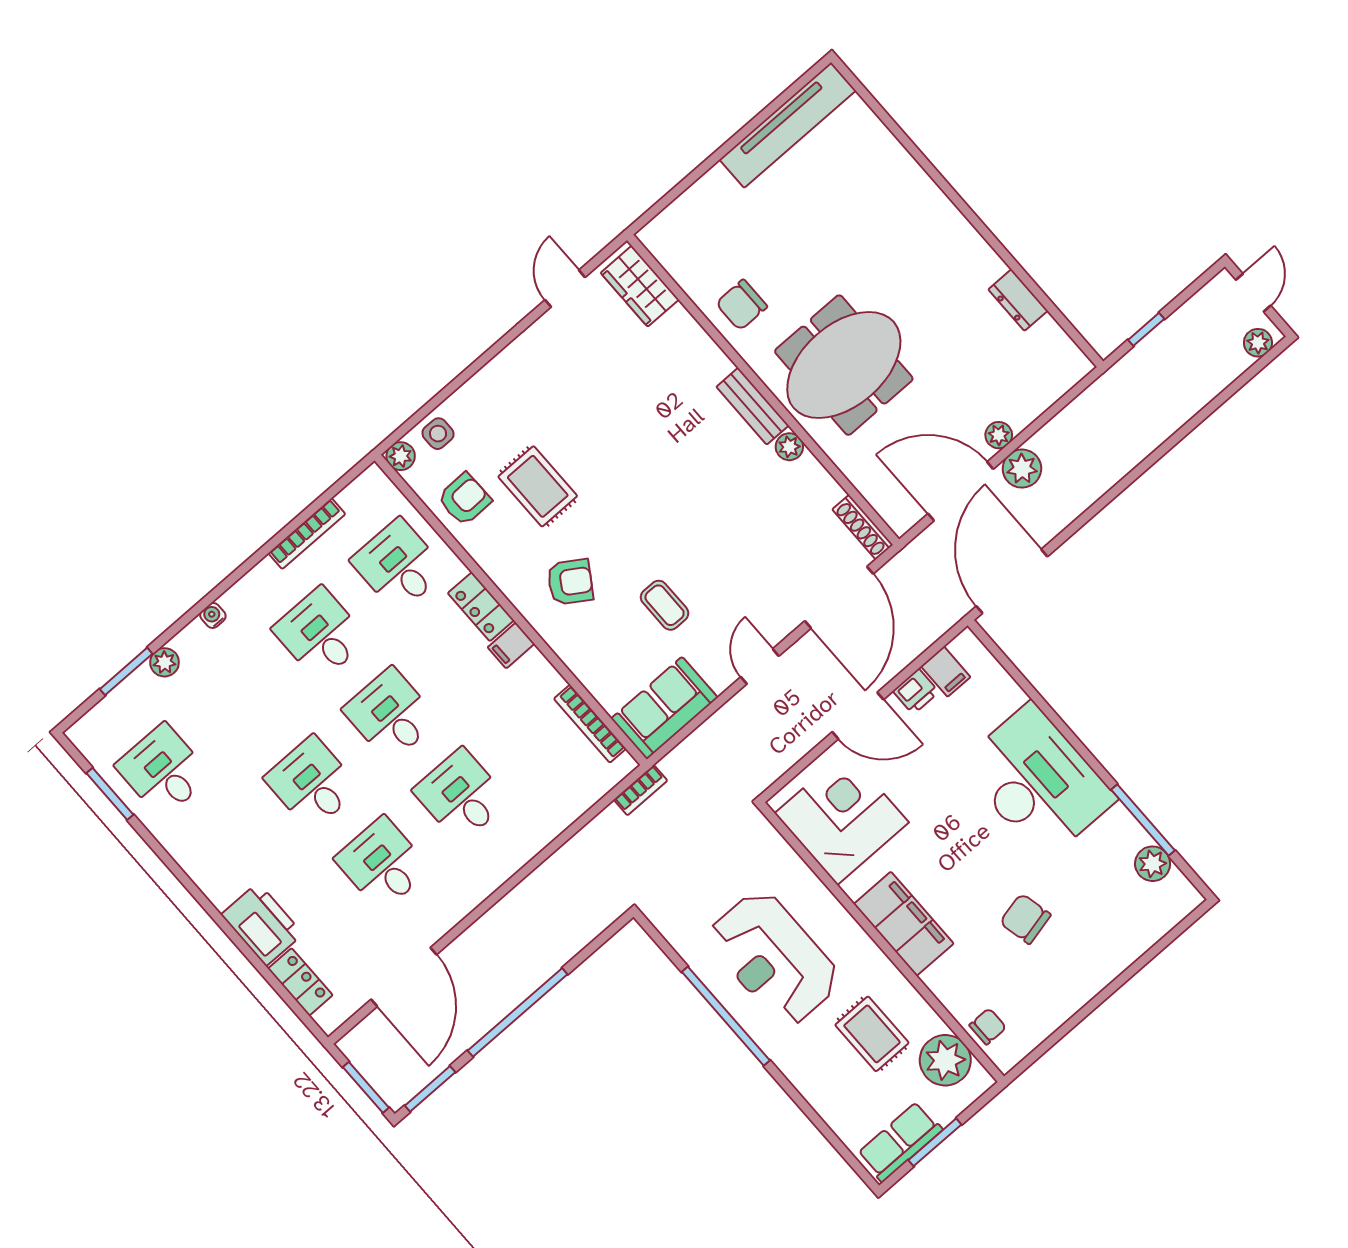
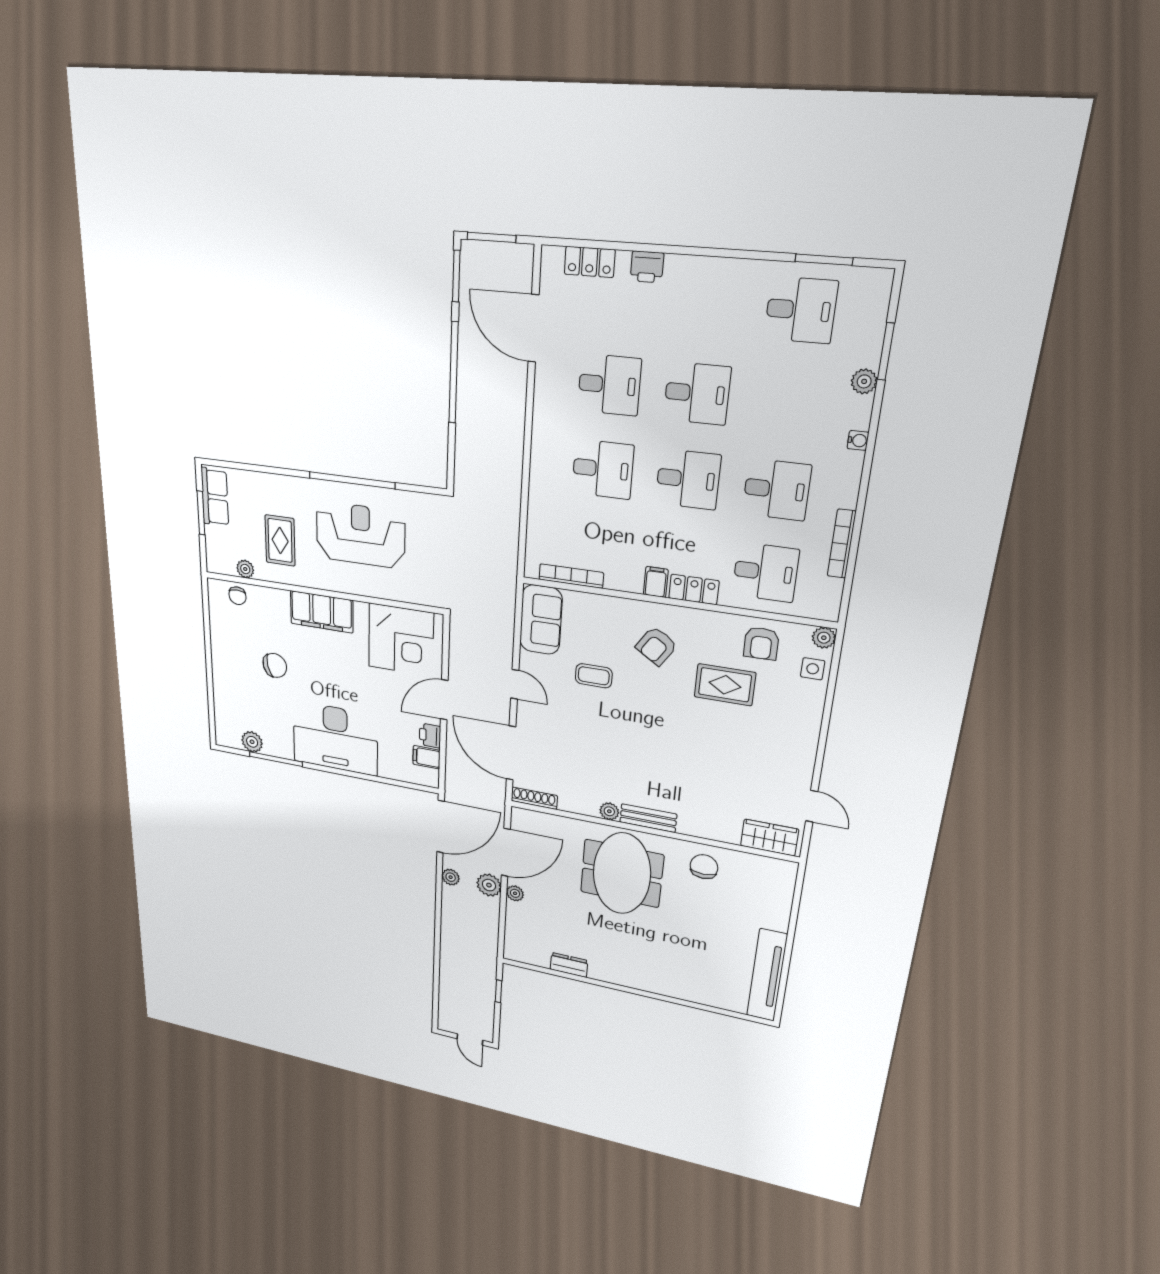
plant: (1258, 343) -> (451, 877), moved
door: (1012, 581) -> (441, 827), hinge flipped
bookcase: (640, 790) -> (510, 563), removed
printer: (262, 924) -> (647, 267), width x0.53, depth x0.68
rug: (872, 1034) -> (280, 540), turned 90
plant: (945, 1060) -> (245, 569), width x0.53, depth x0.53

